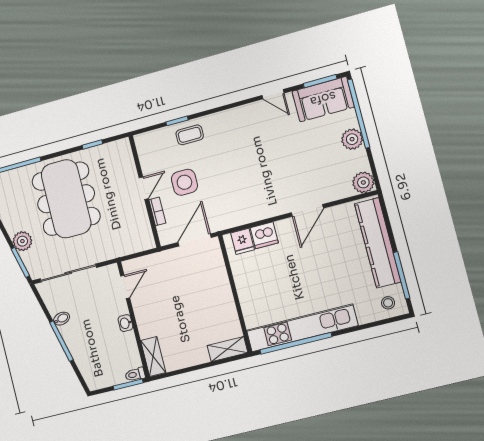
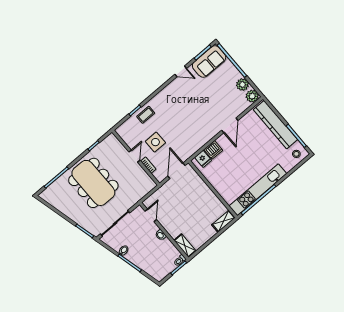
plant: (352, 139) -> (242, 85), moved
plant: (22, 241) -> (80, 219), removed

